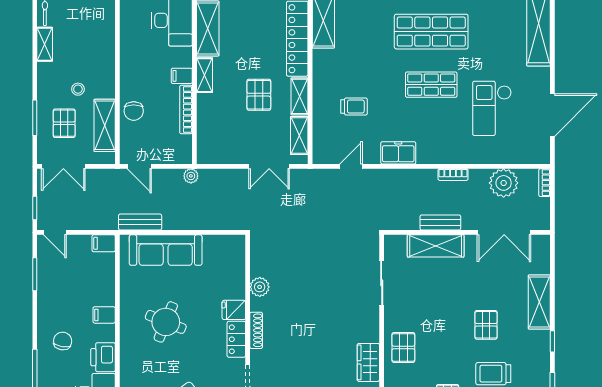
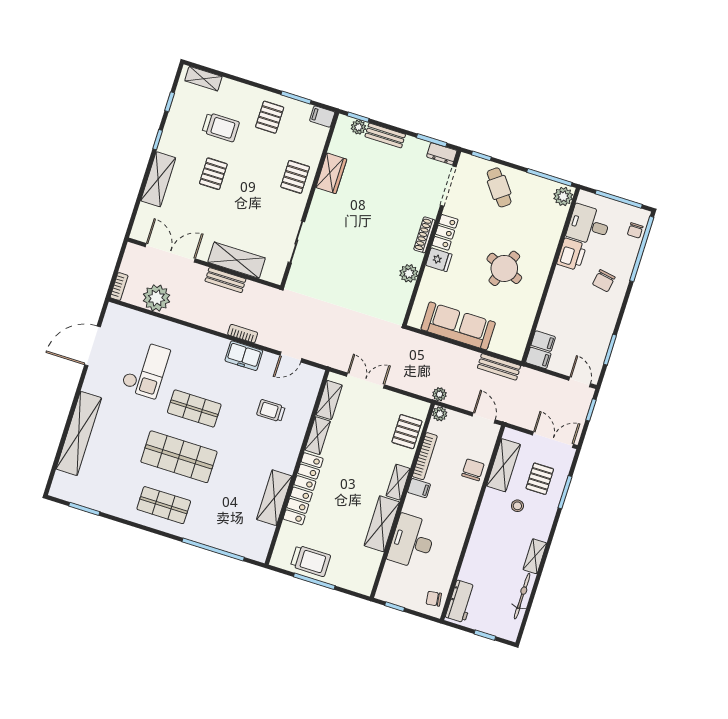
pallet: (259, 95) -> (407, 432), moved
plant: (185, 156) -> (440, 414), added
bookcase: (453, 175) -> (243, 334), moved
sofa: (166, 250) -> (458, 326), moved
filing cabinet: (104, 315) -> (543, 341), moved

